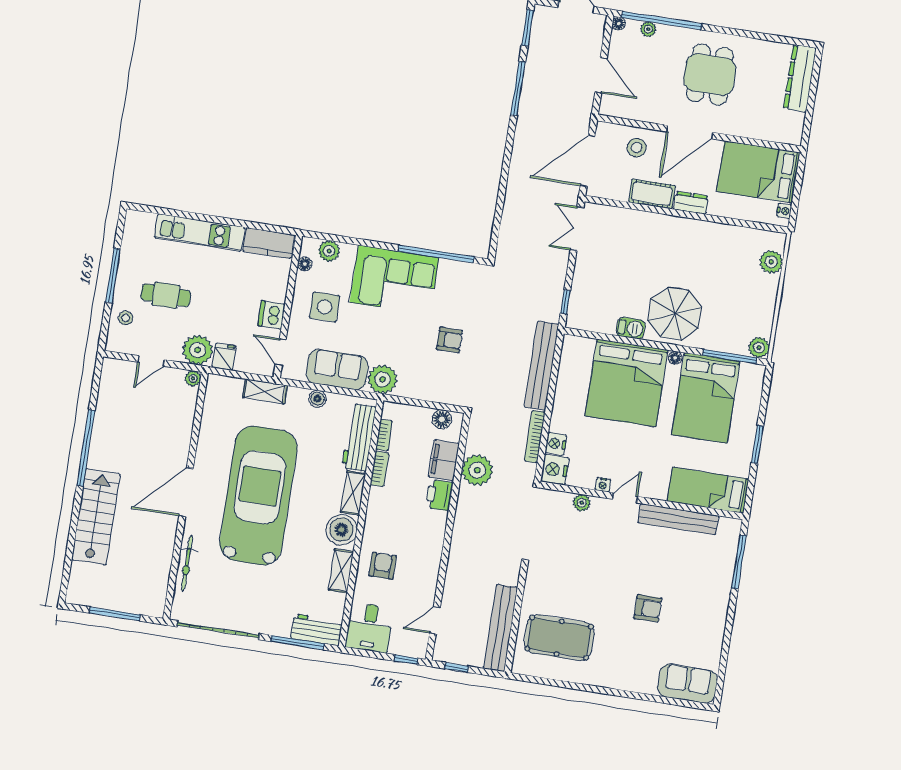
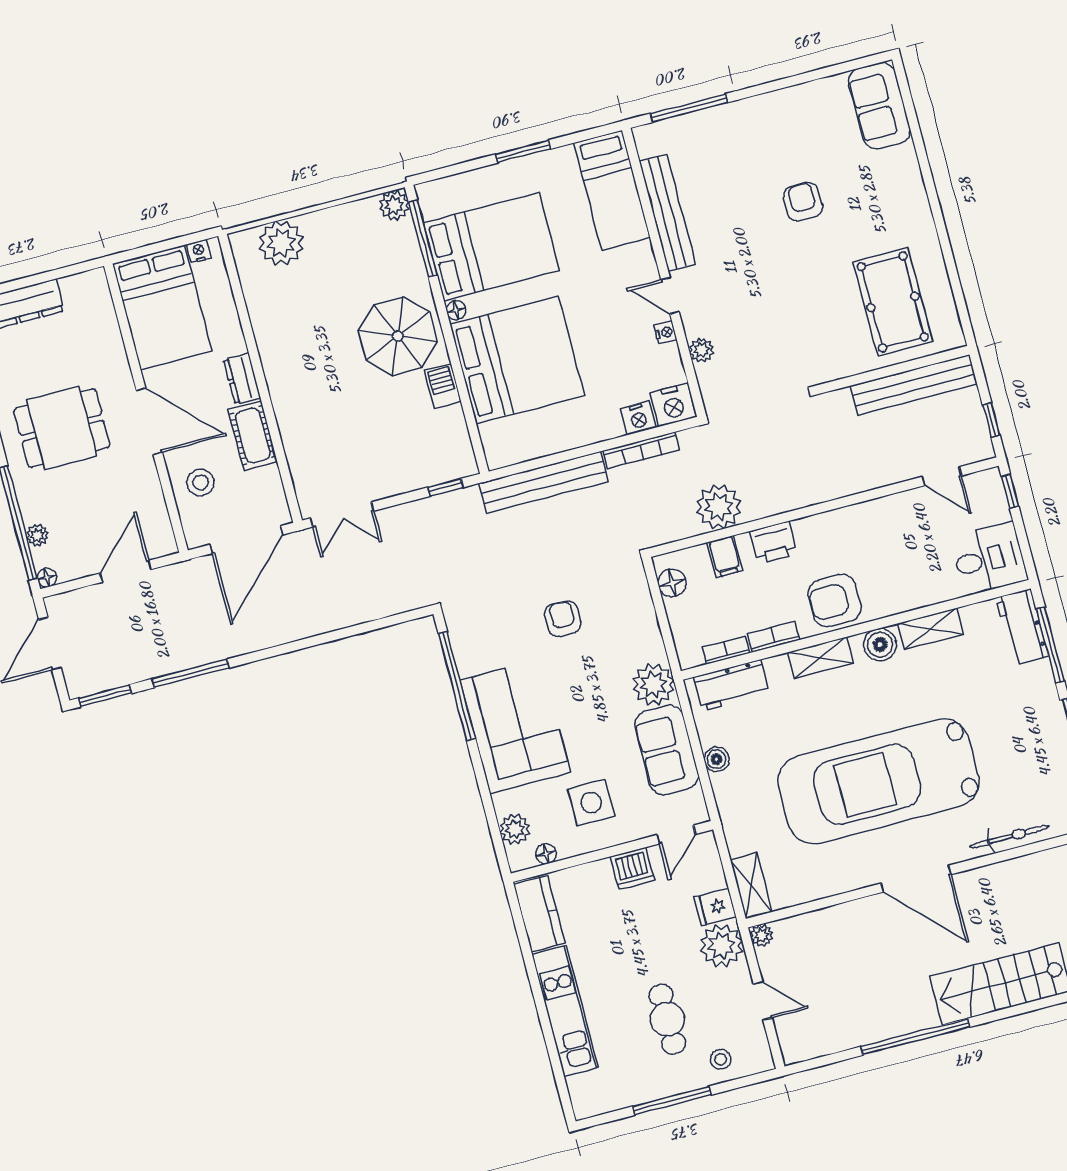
door: (588, 161) -> (246, 540), hinge flipped
plant: (771, 262) -> (281, 243), width x1.36, depth x1.36
shelving: (265, 391) -> (751, 886), moved
workbench: (359, 437) -> (731, 685), width x0.73
filing cabinet: (444, 460) -> (725, 557), width x0.50
boiler: (341, 530) -> (880, 645), width x0.73, depth x0.73
armchair: (383, 566) -> (835, 601), moved, width x1.38, depth x1.38

